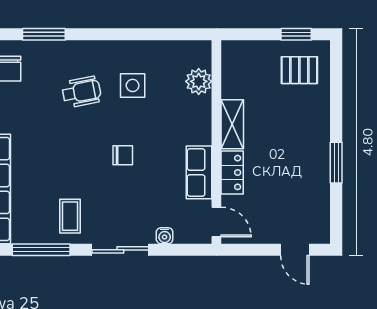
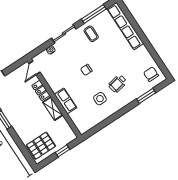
window: (296, 34) -> (63, 151), moved
pallet: (299, 70) -> (41, 146), width x1.50, depth x1.42
plant: (199, 81) -> (76, 116), removed
row of seats: (199, 172) -> (66, 101), moved
door: (216, 222) -> (35, 68), hinge flipped

